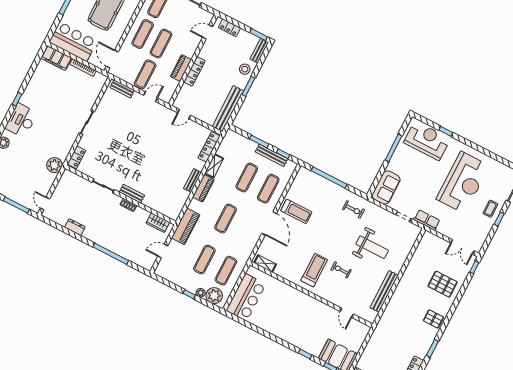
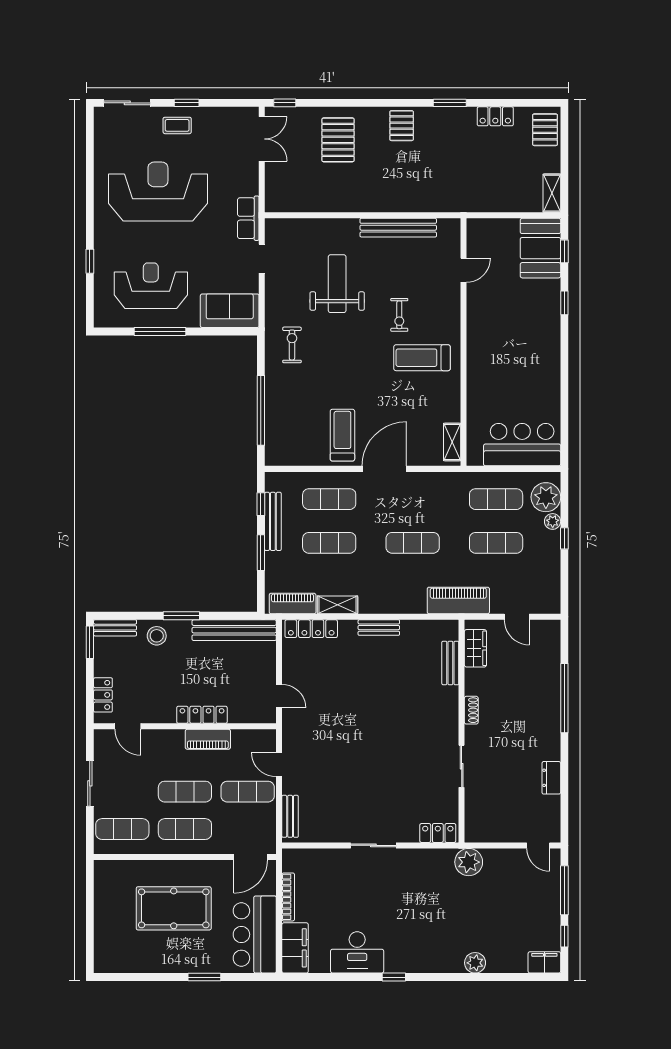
desk: (21, 120) -> (357, 952), moved
reception desk: (427, 141) -> (151, 286), moved, turned 90
piano: (203, 188) -> (293, 604), moved
bench: (132, 194) -> (450, 663), moved
door: (45, 203) -> (538, 845), hinge flipped

